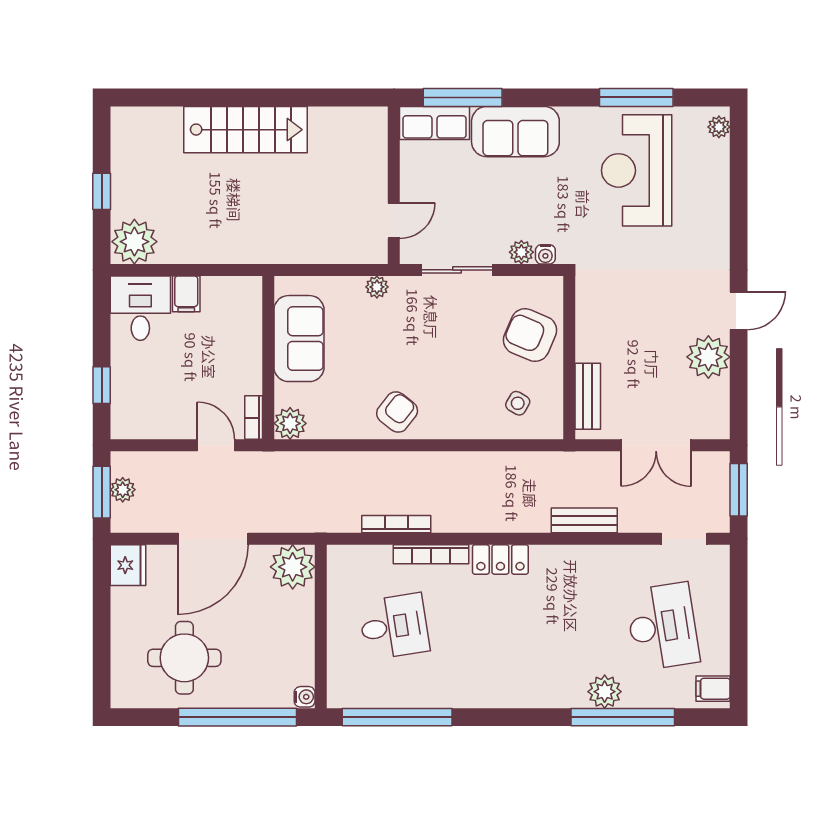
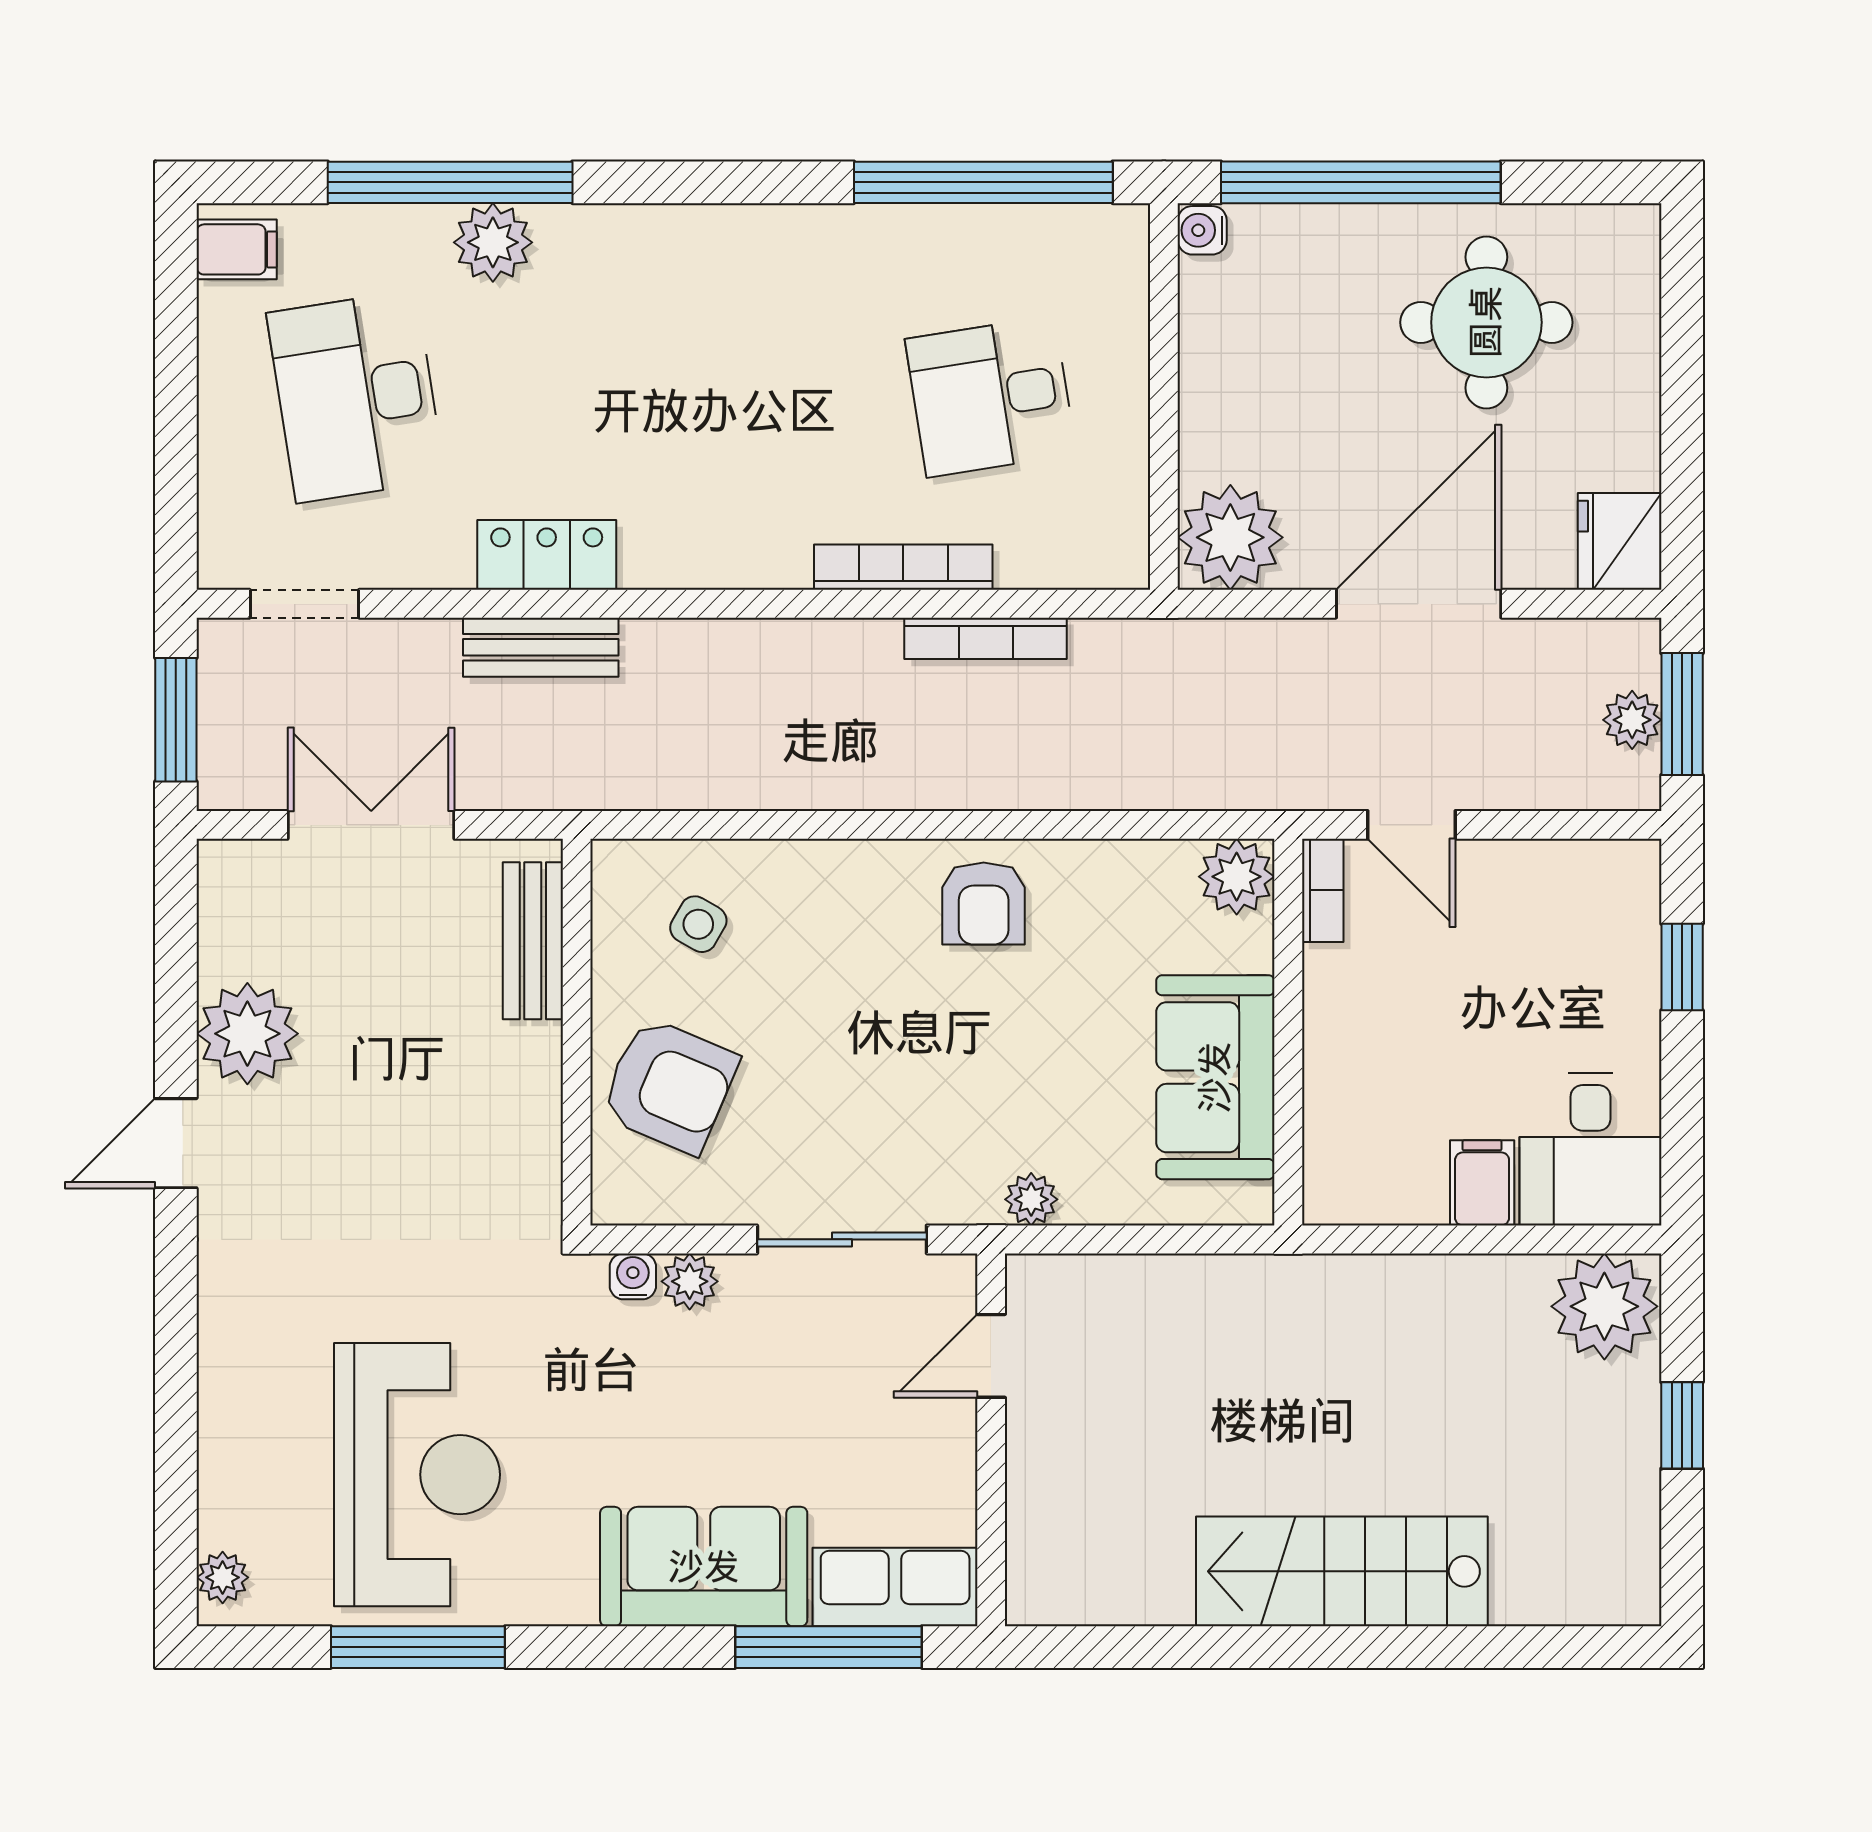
armchair: (397, 412) -> (984, 904), turned -38
locker: (500, 559) -> (547, 555), moved

